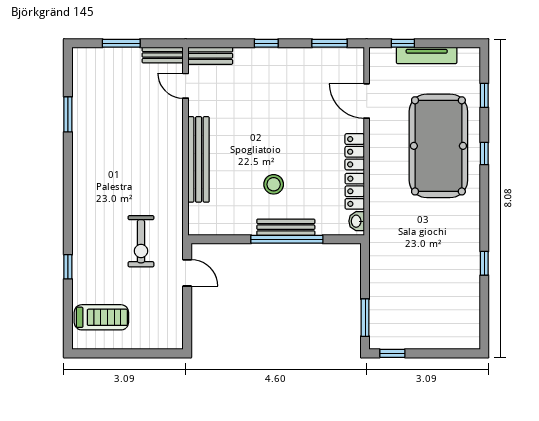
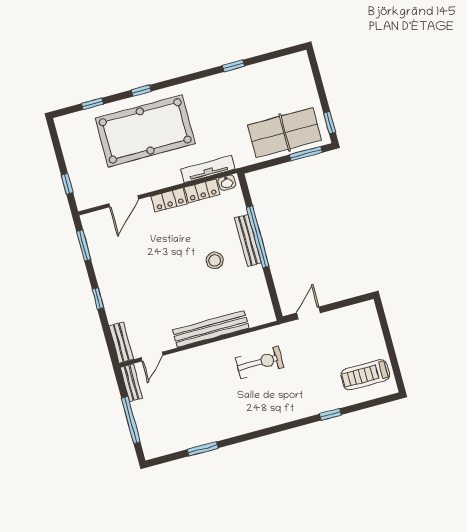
window: (121, 43) -> (131, 420), width x1.44
tv unit: (427, 55) -> (208, 169), moved, turned -90
exercise bike: (141, 241) -> (260, 362), moved
table tennis table: (395, 300) -> (284, 133), added
treadmill: (101, 317) -> (365, 375), turned -90

